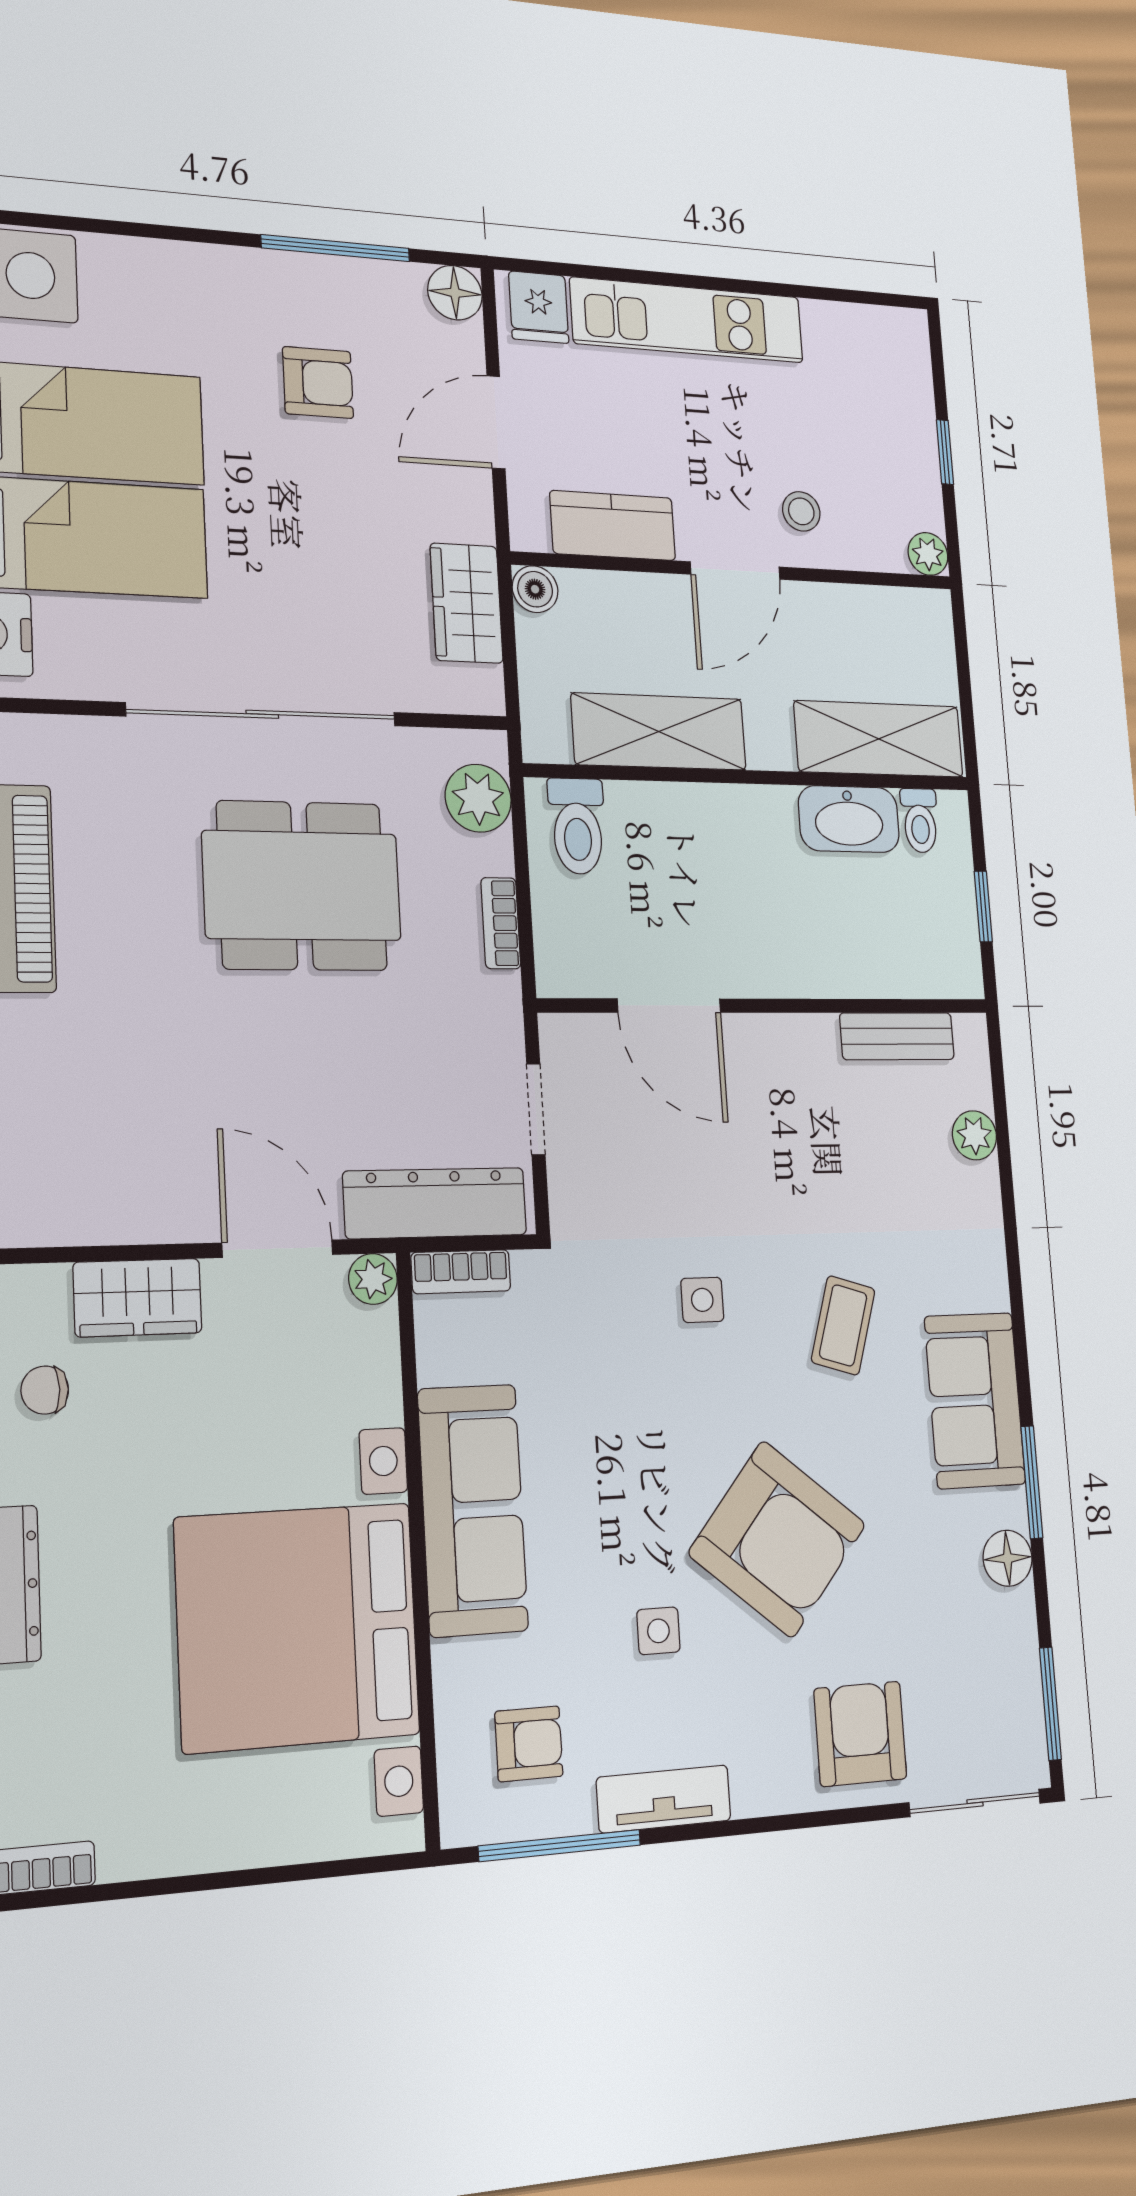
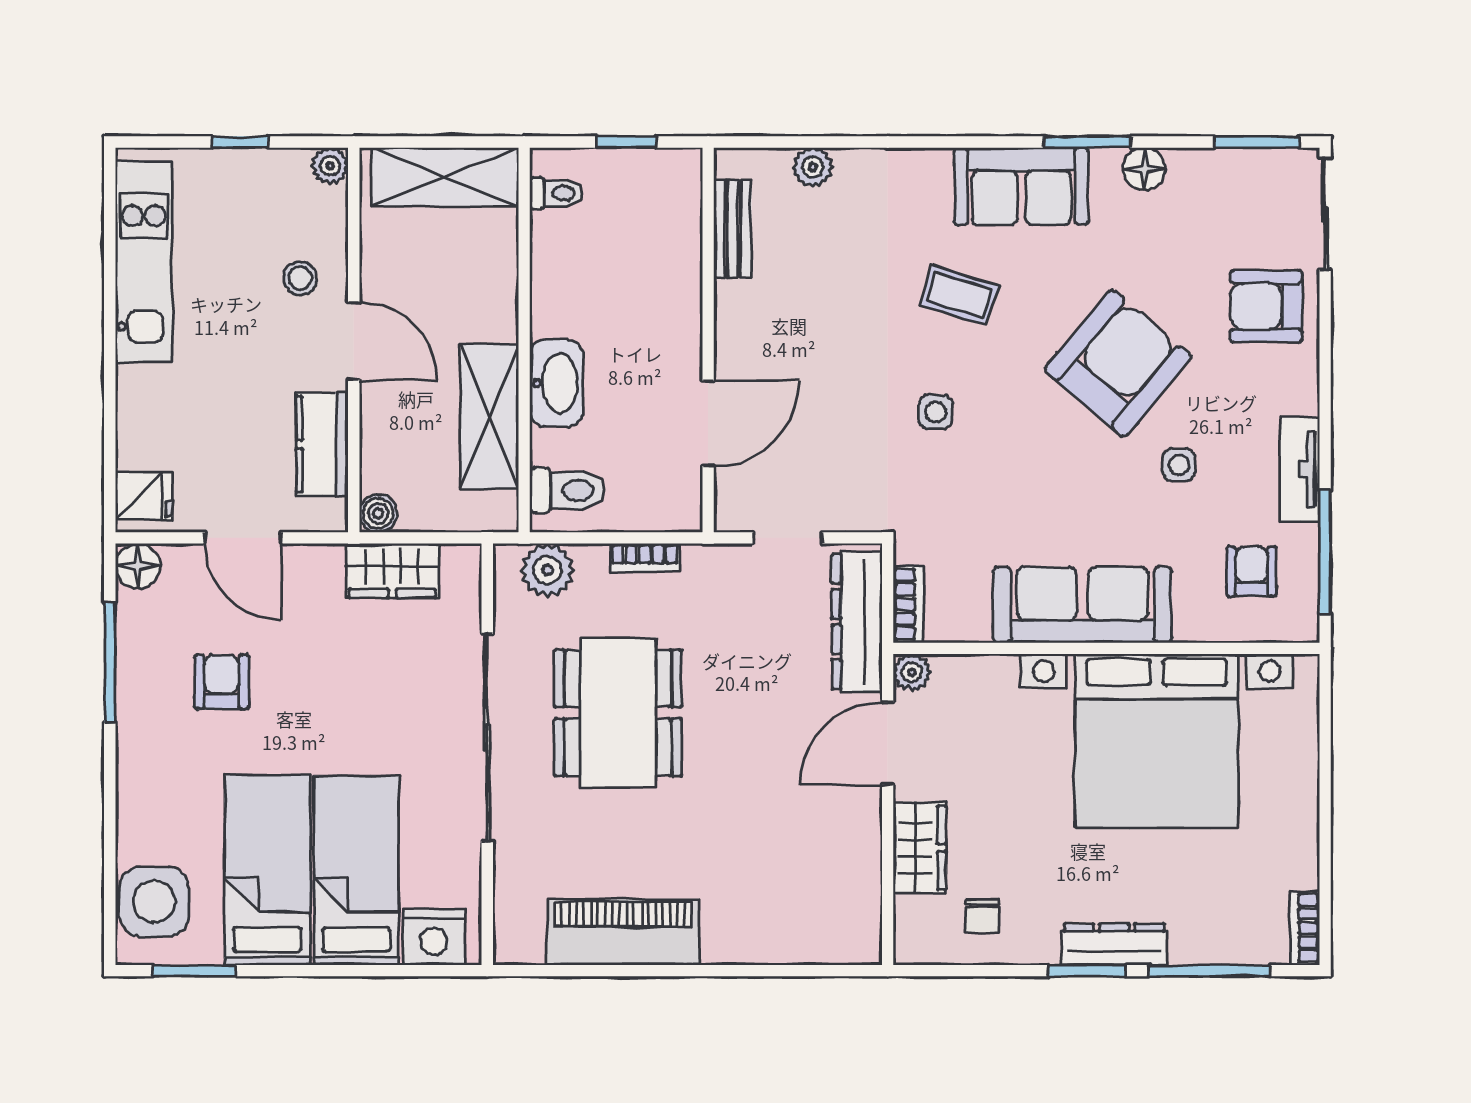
kitchen unit: (687, 320) -> (144, 262), moved
shelving: (879, 739) -> (445, 177), moved, turned 90
washbasin: (849, 819) -> (556, 383), moved

